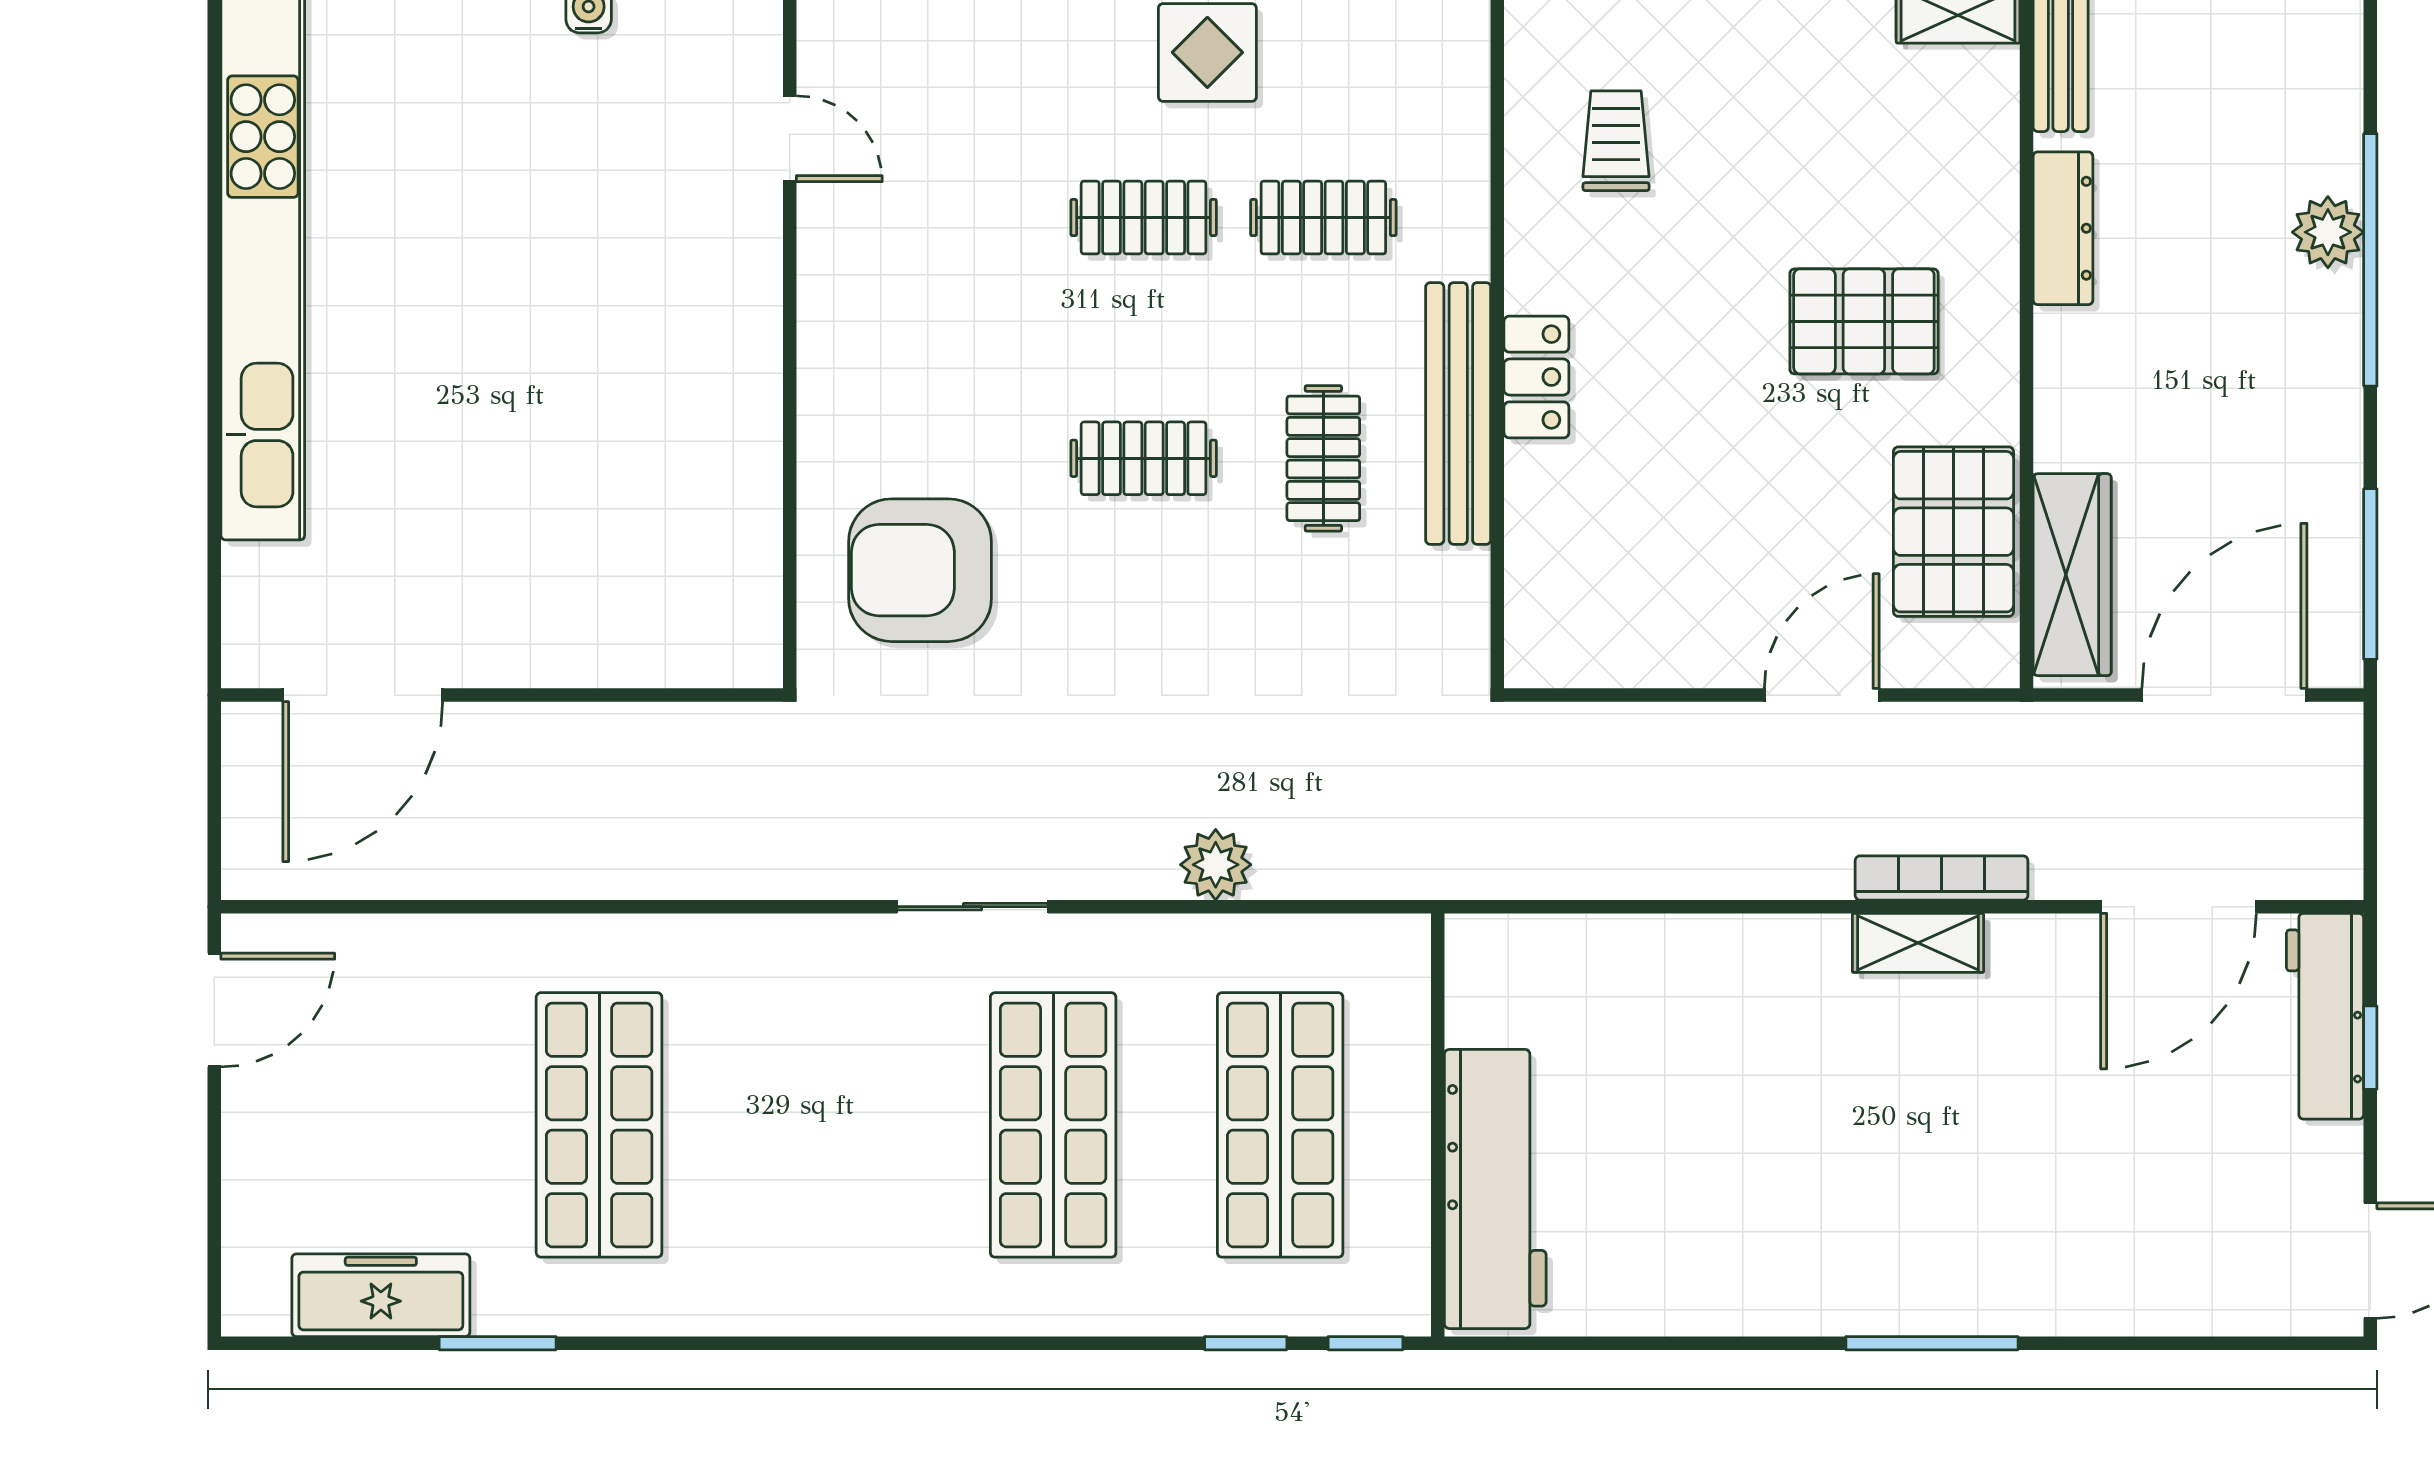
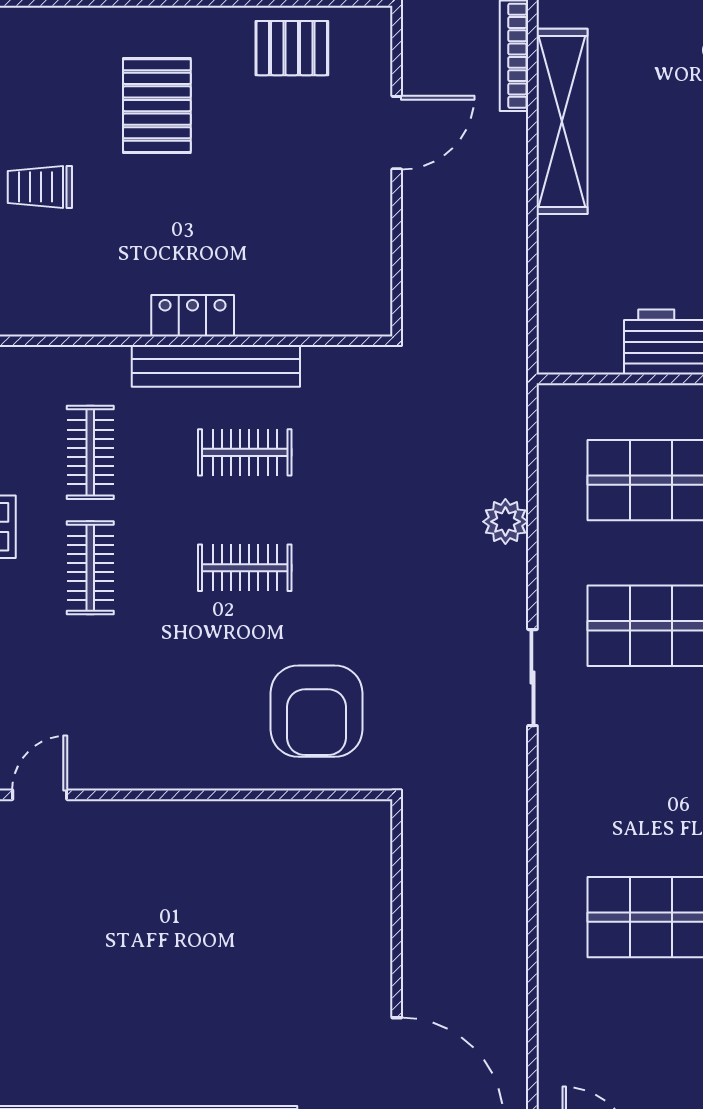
trolley: (1616, 141) -> (40, 187), moved
clothes rail: (1144, 458) -> (245, 568), turned 90
pallet: (1953, 532) -> (292, 48), width x0.67, depth x0.71
door: (1822, 695) -> (397, 133), swing flipped
shelving: (1918, 943) -> (562, 121), width x2.20, depth x1.33

